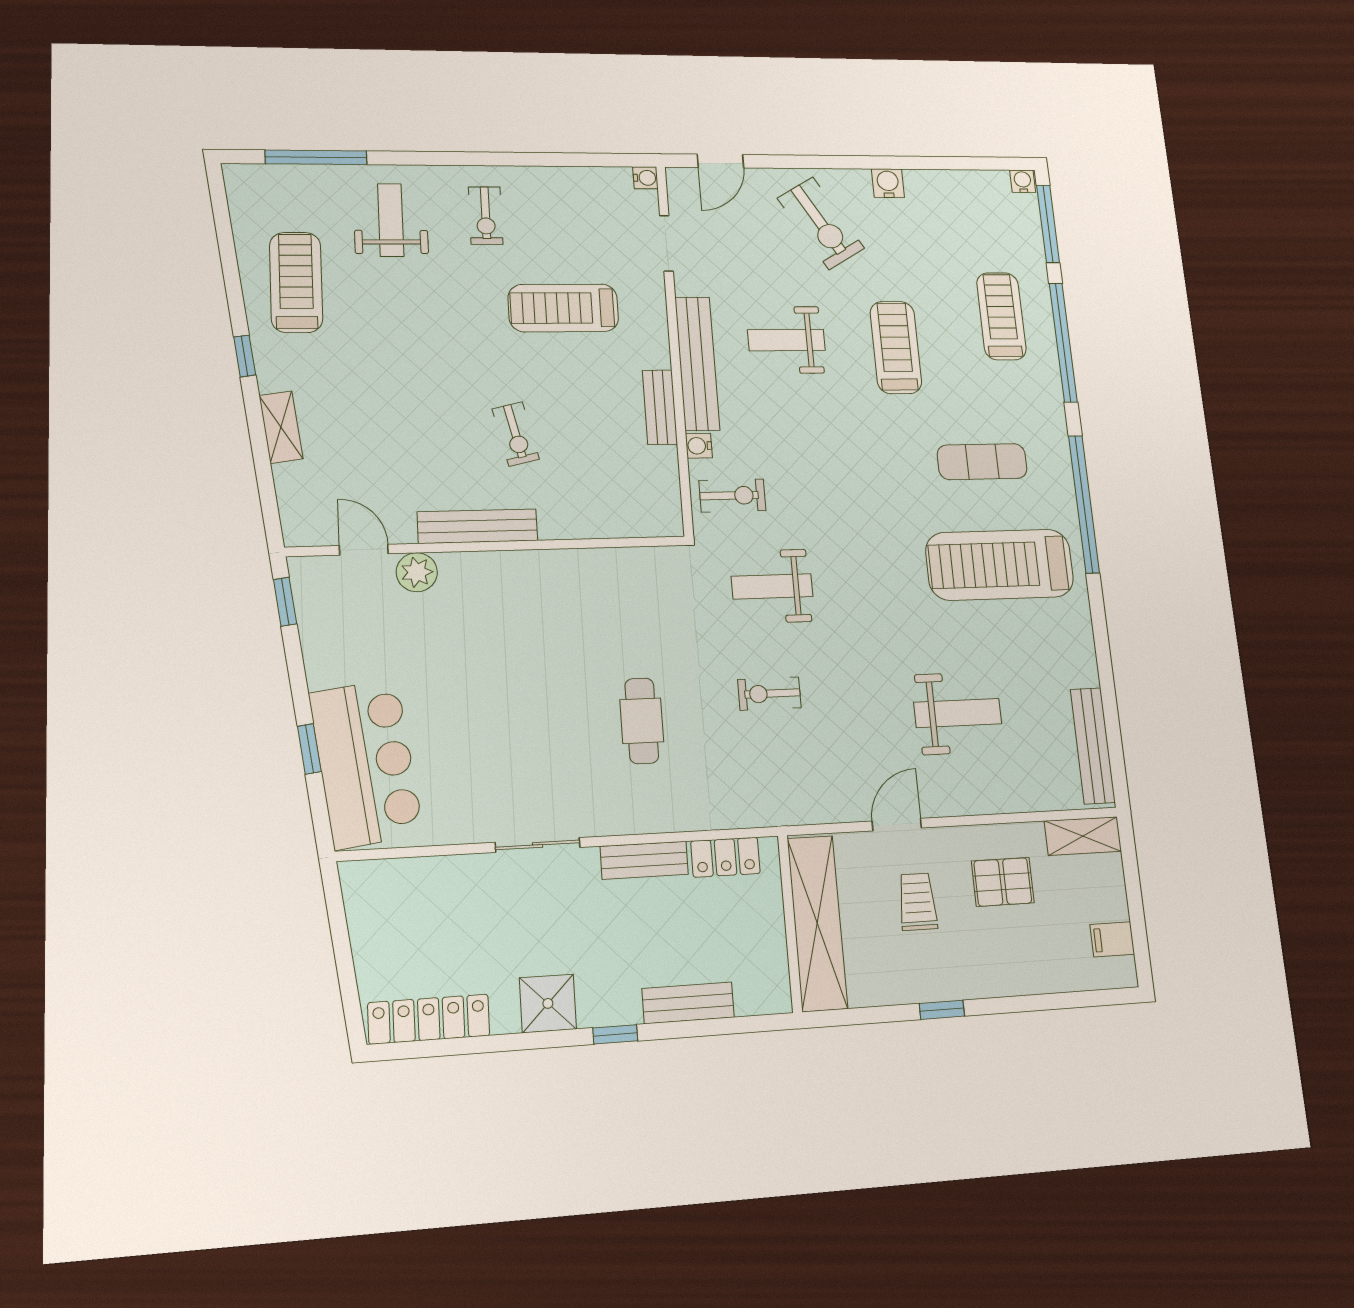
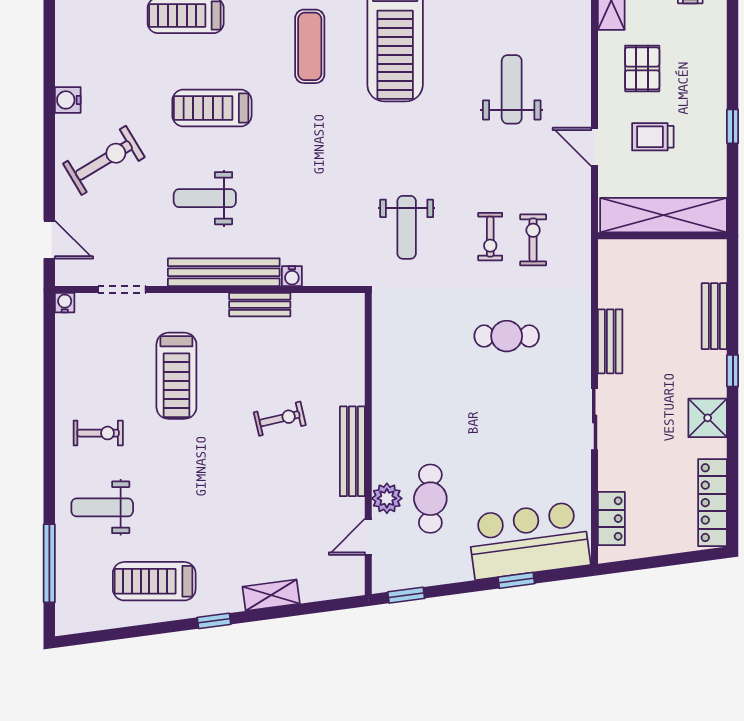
weight bench: (786, 340) -> (205, 198), turned 90
exercise bike: (732, 495) -> (533, 240), moved
cafe table: (419, 629) -> (430, 499), added
locker: (725, 857) -> (611, 519), moved

